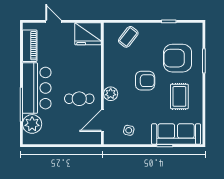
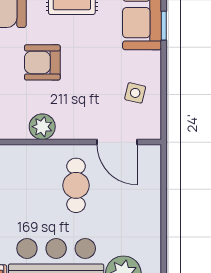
armchair: (145, 81) -> (42, 62), turned -90
plant: (111, 94) -> (42, 127), moved

